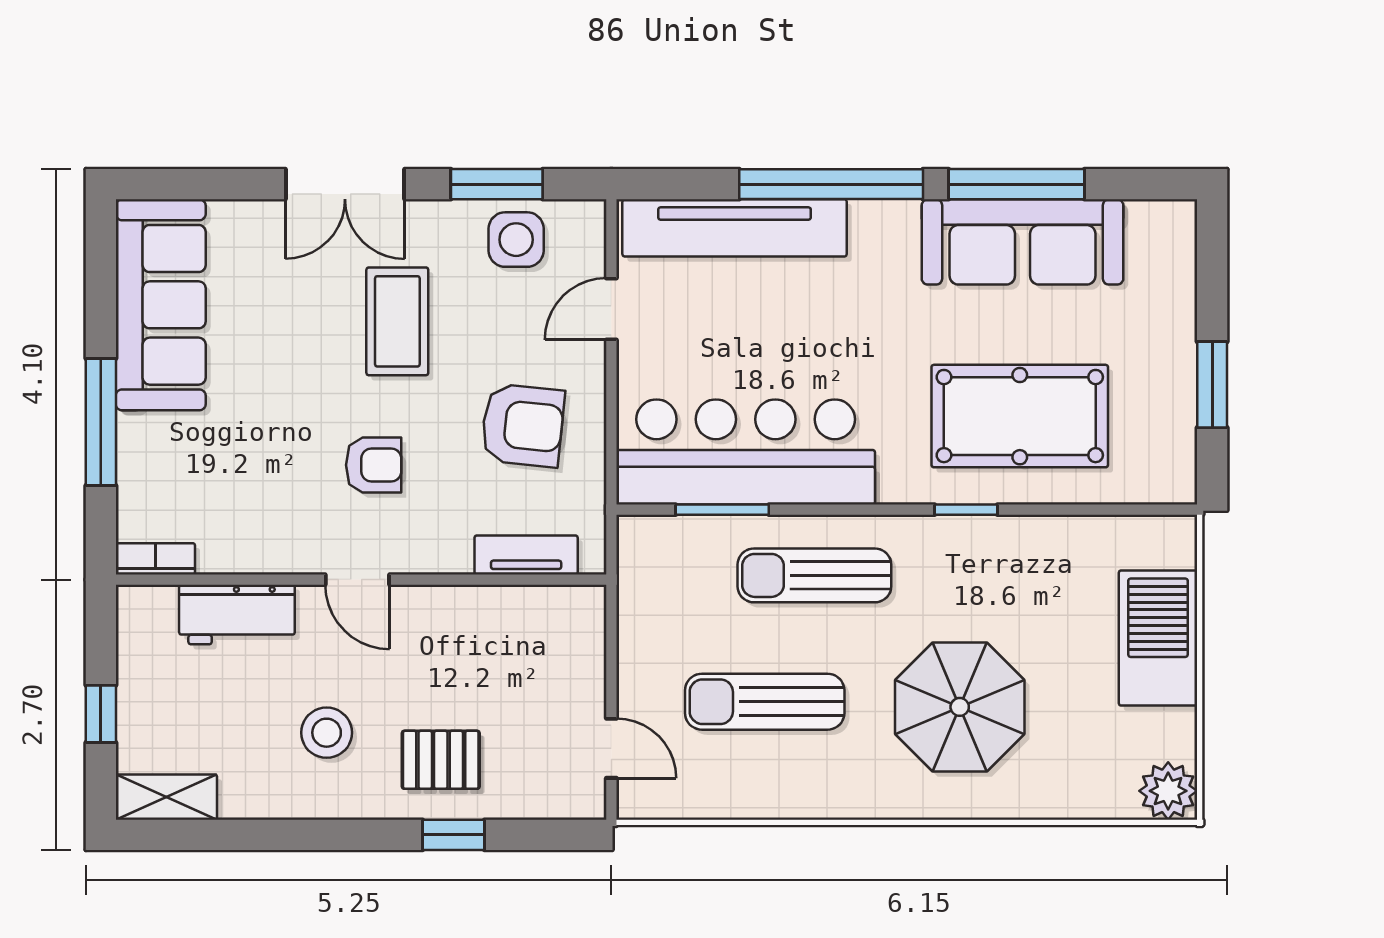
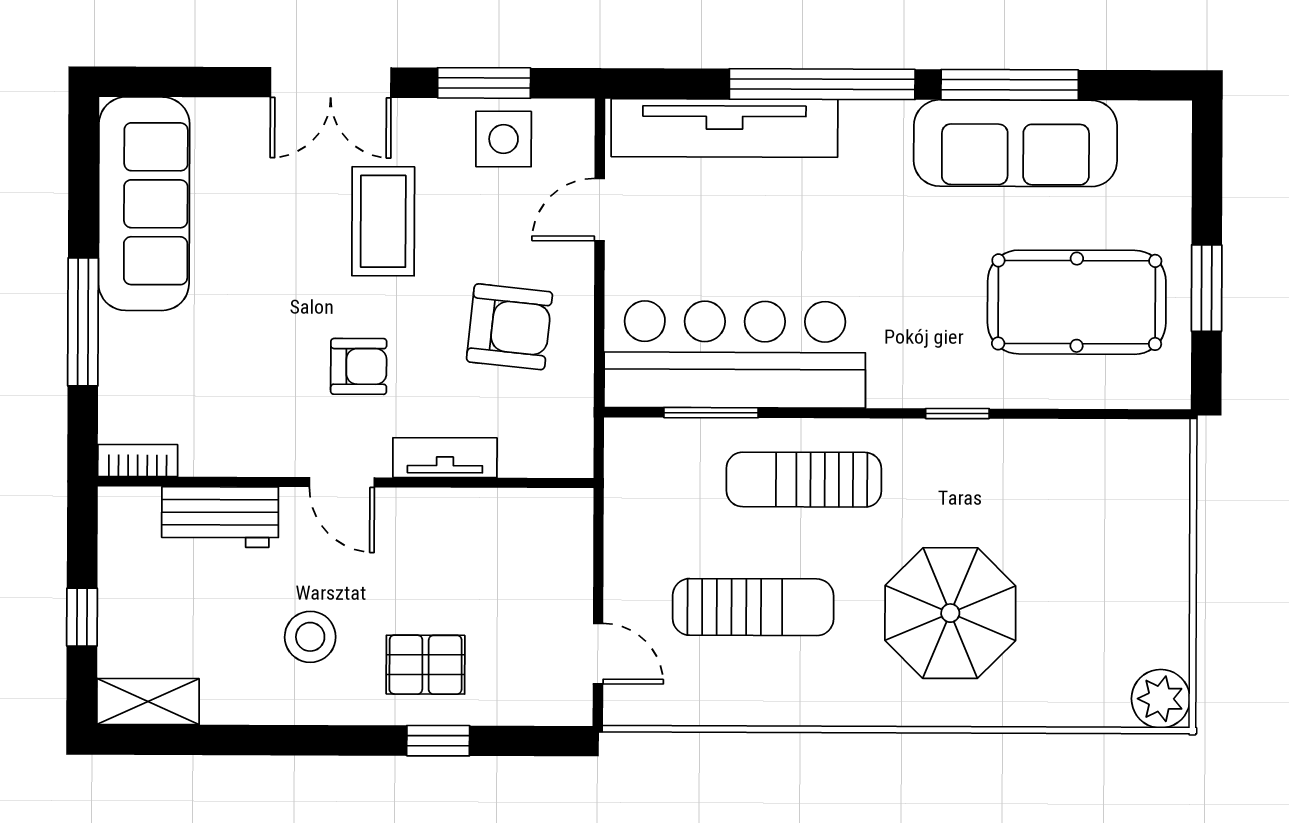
pool table: (1020, 416) -> (1077, 302), moved
tv unit: (526, 555) -> (445, 458), moved
barbecue: (1158, 638) -> (1151, 544), removed
sun lounger: (765, 702) -> (753, 607), turned 180

